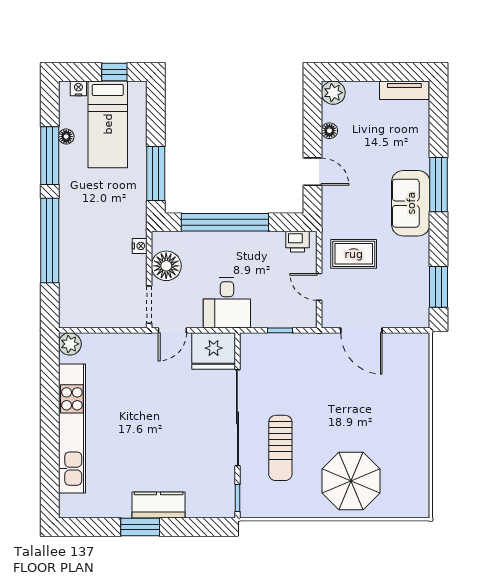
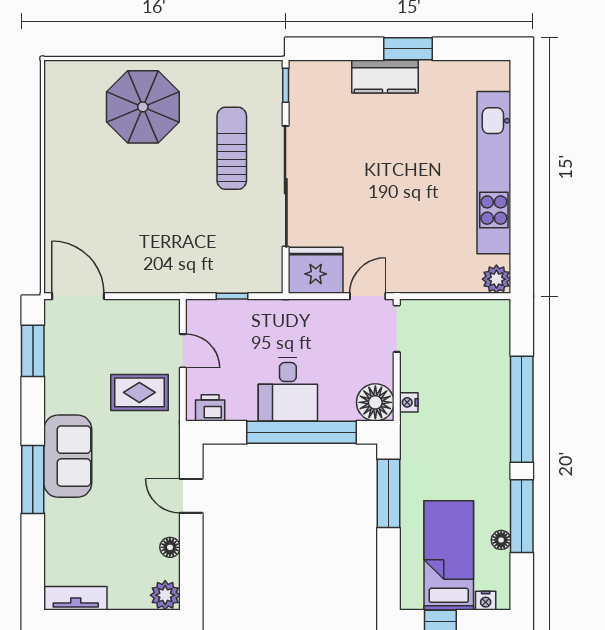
floor lamp: (166, 266) -> (375, 402), moved
desk: (227, 303) -> (288, 389), moved, turned 180
door: (361, 330) -> (78, 296), moved

